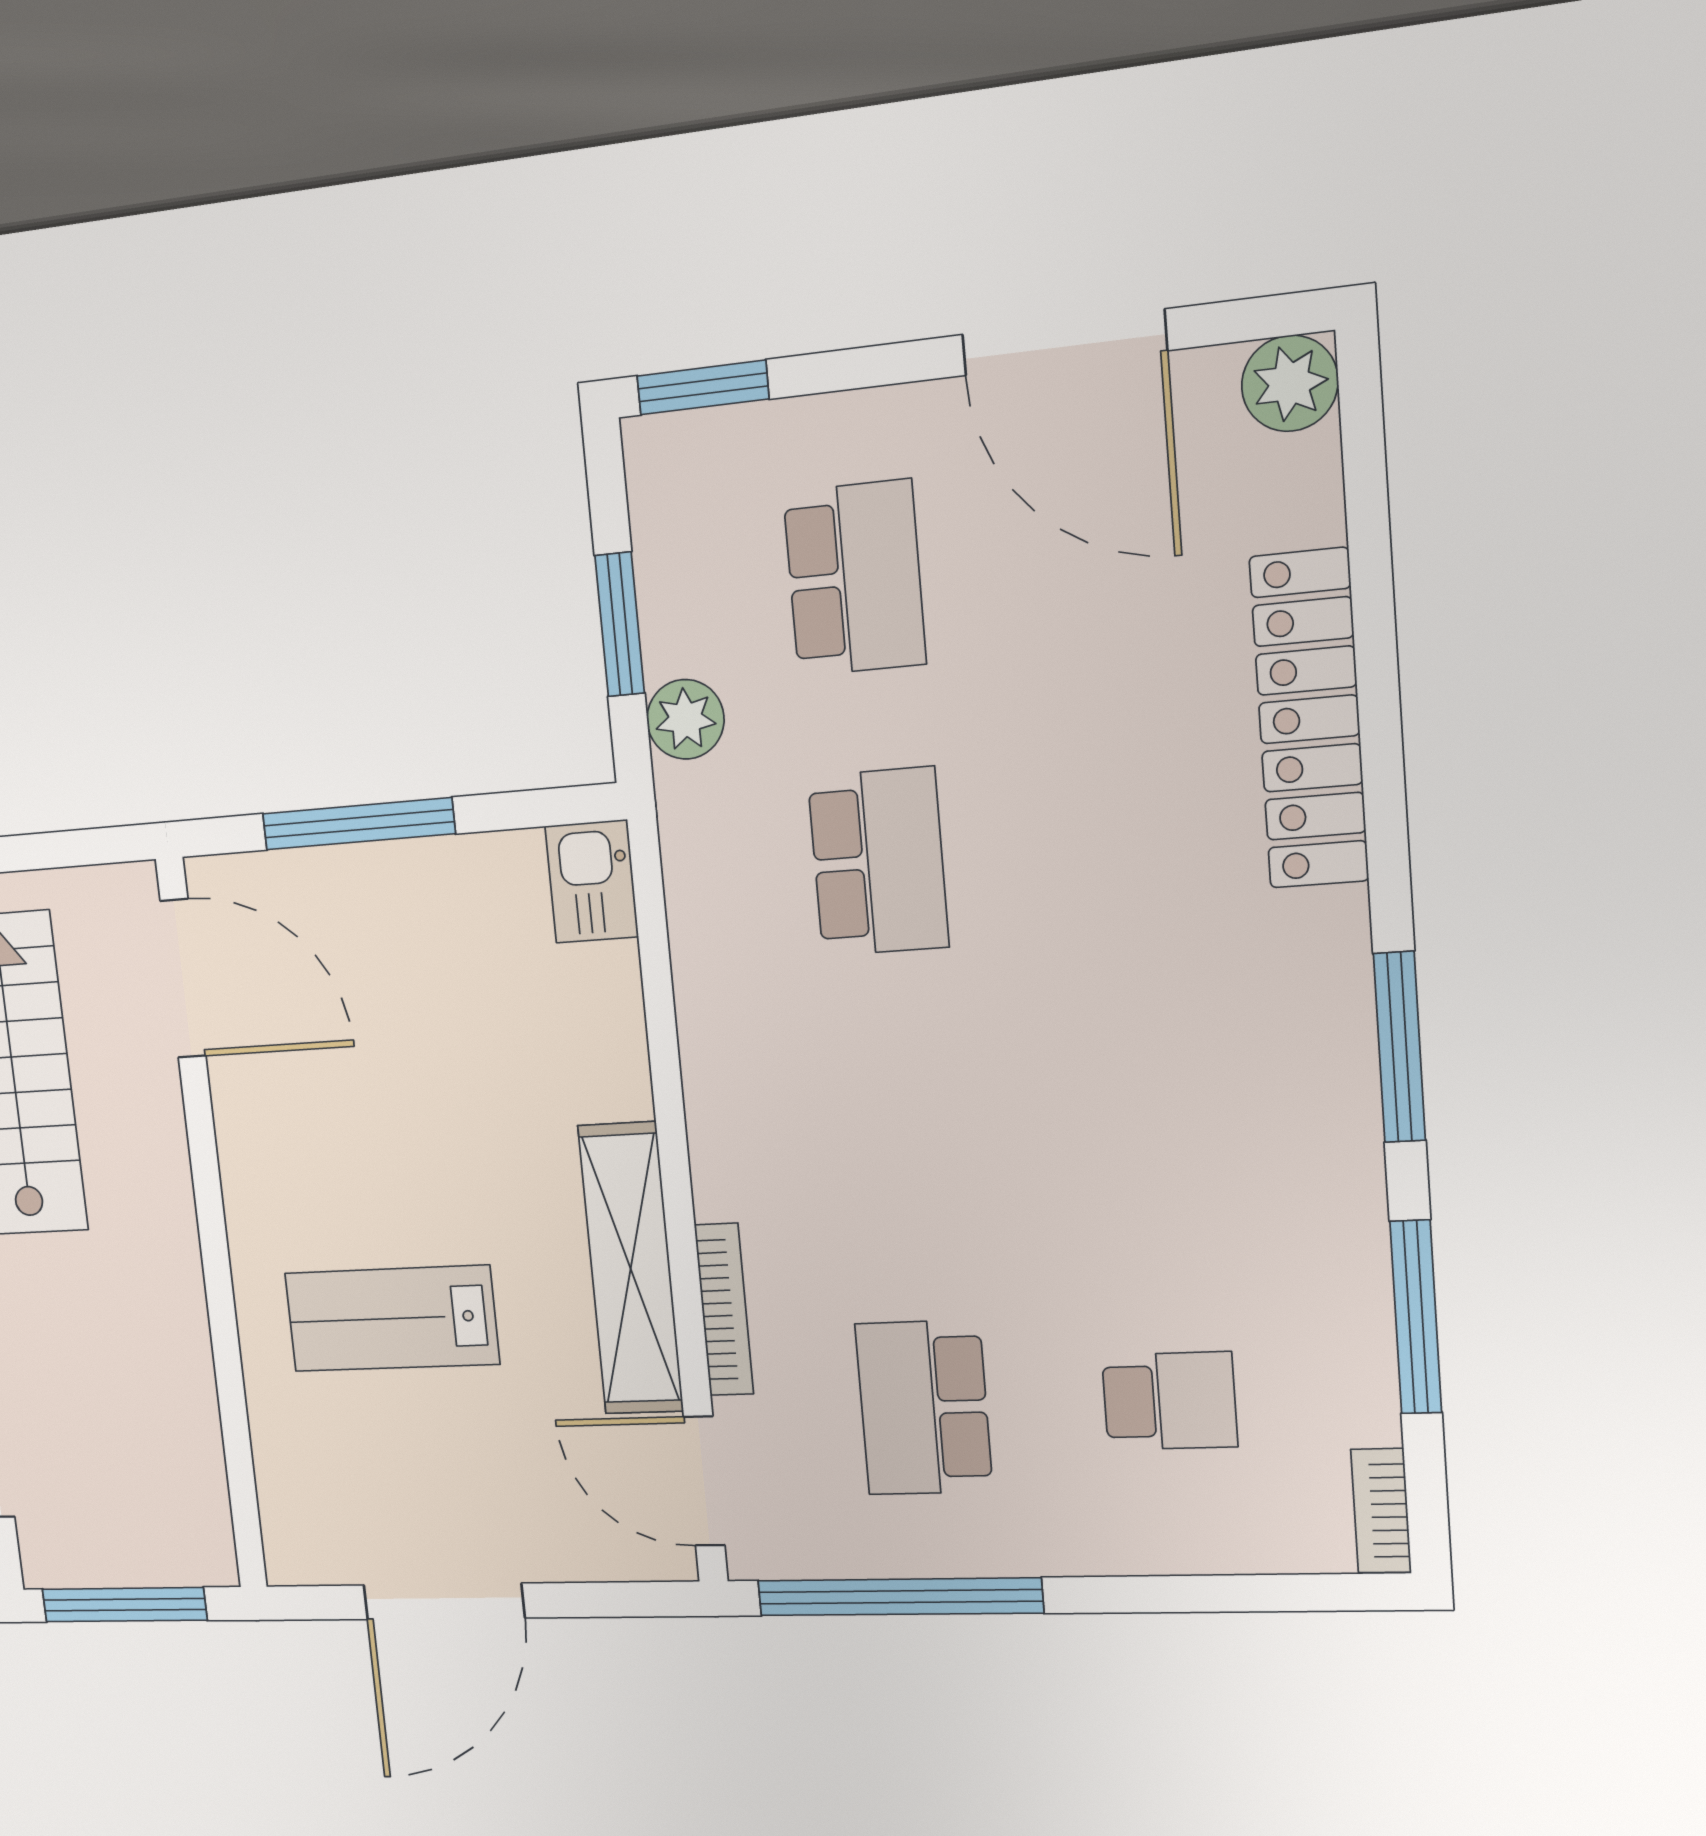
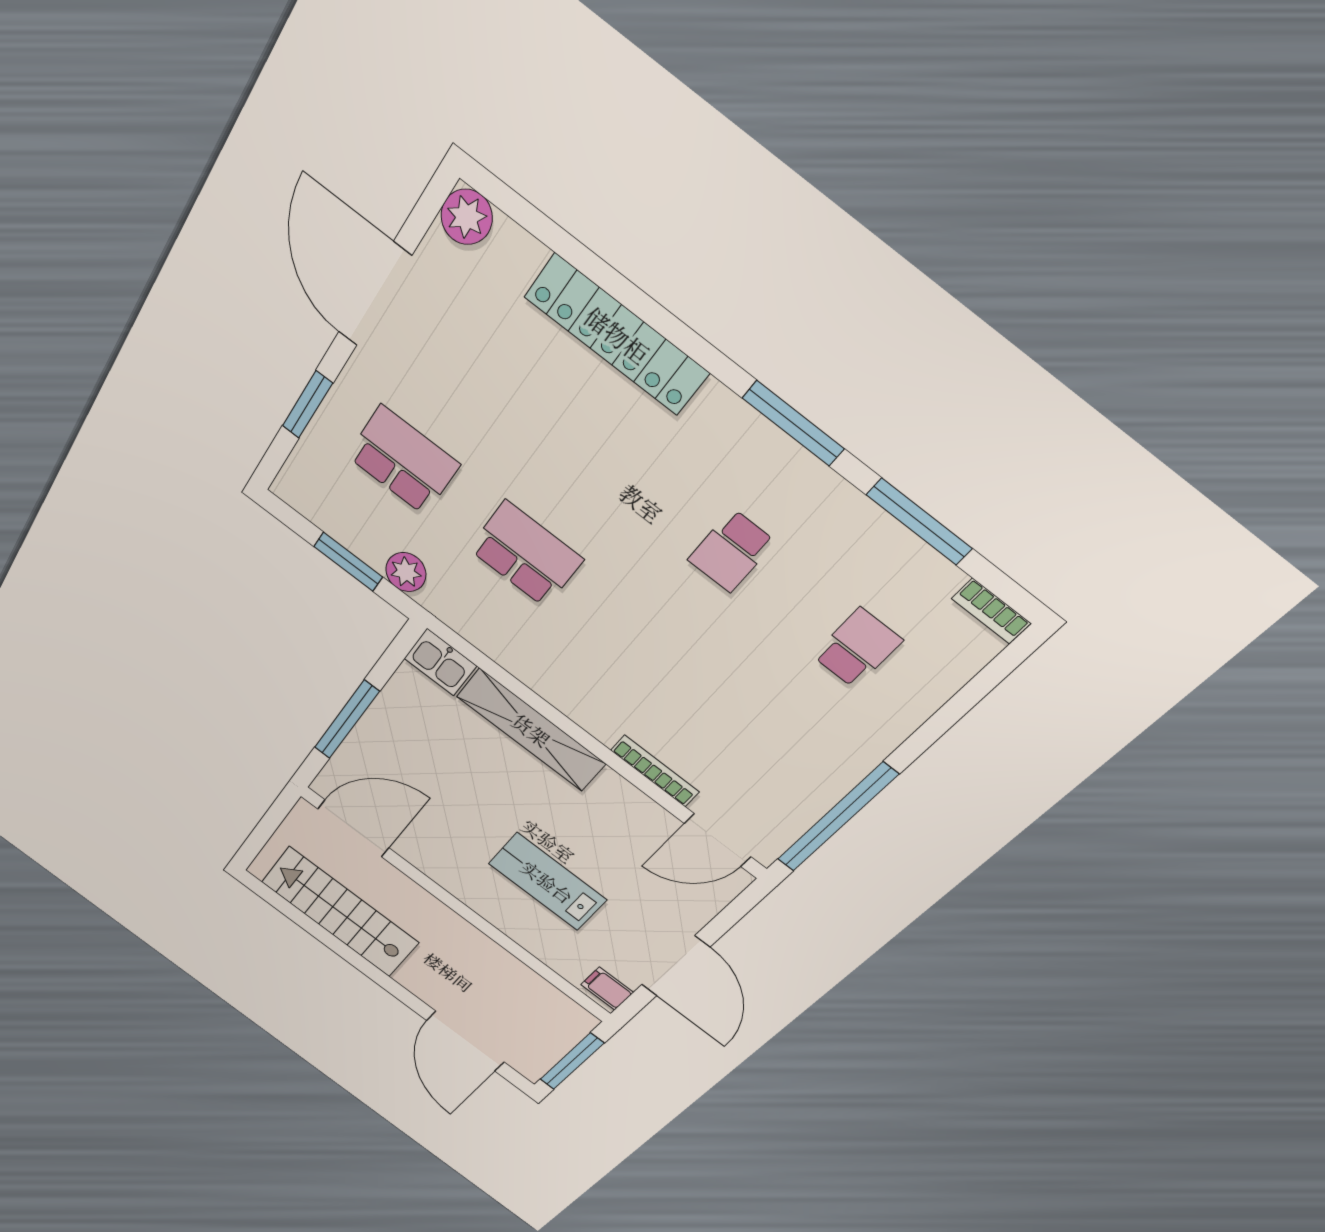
door: (1064, 342) -> (375, 294), swing flipped
window: (703, 387) -> (307, 405), moved
shelving: (631, 1269) -> (531, 730), moved
lab bench: (392, 1319) -> (547, 882), turned 90
school desk: (924, 1408) -> (731, 551), moved, width x0.54
filing cabinet: (304, 1546) -> (607, 989), added

